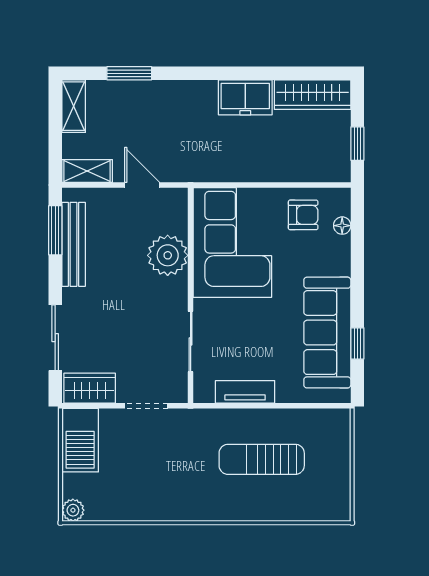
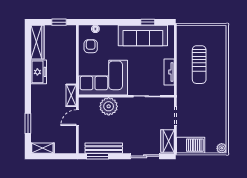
shelving: (87, 171) -> (71, 95), moved

